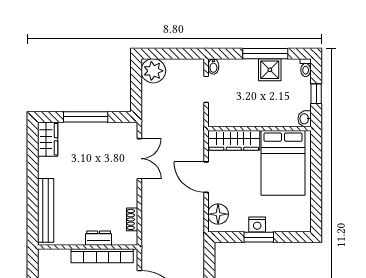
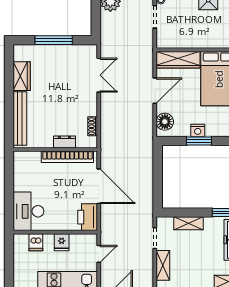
wardrobe: (48, 139) -> (22, 76), moved
door: (206, 177) -> (155, 91), swing flipped

